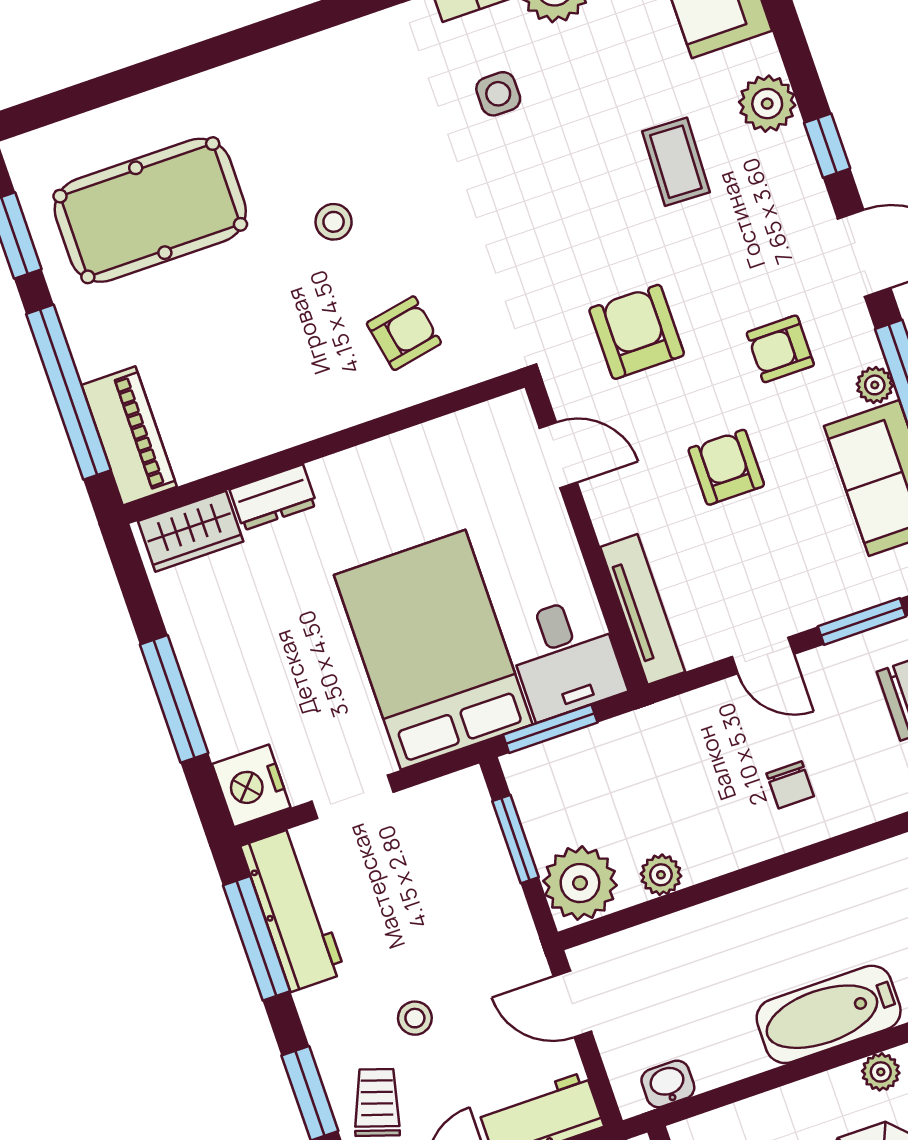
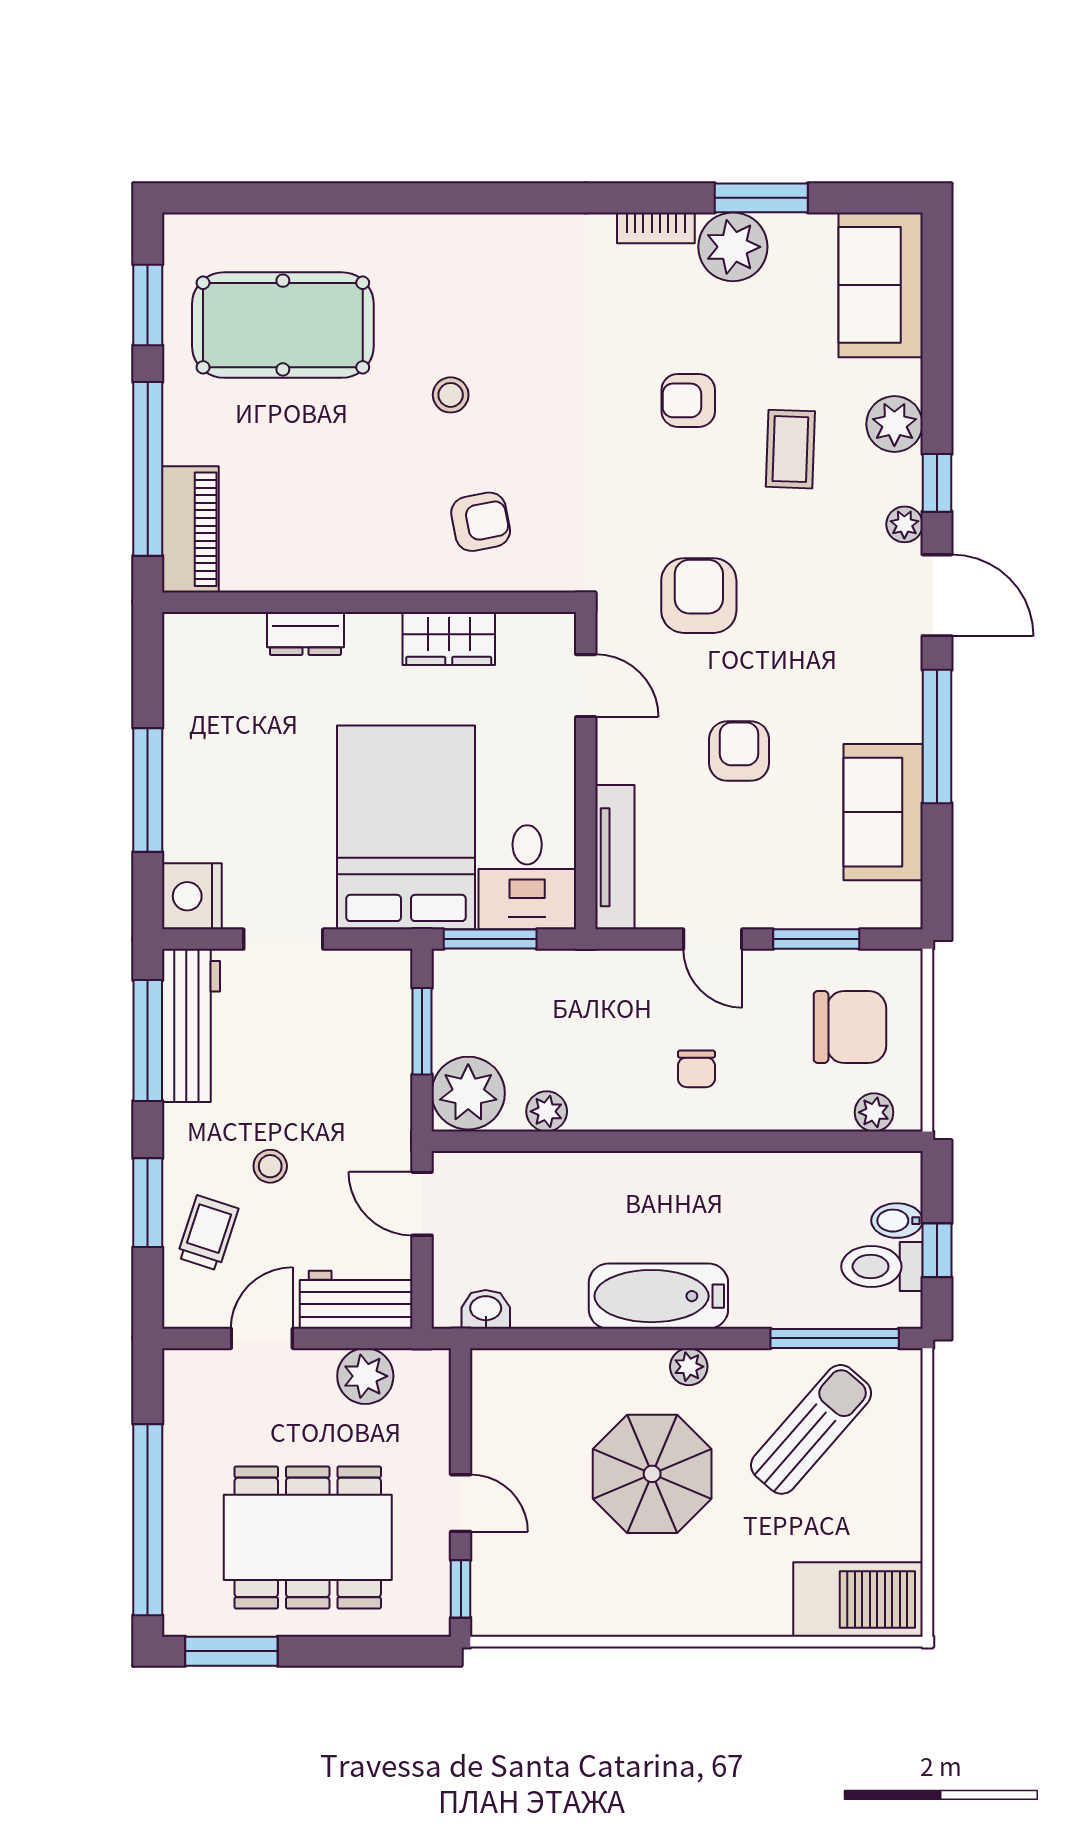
side table: (498, 94) -> (646, 328), removed
armchair: (780, 349) -> (688, 400), moved
plant: (875, 385) -> (904, 524), moved
wardrobe: (191, 531) -> (449, 638), moved

